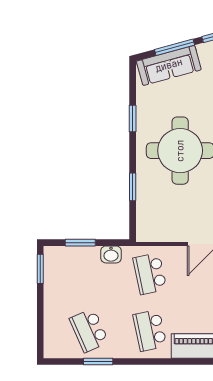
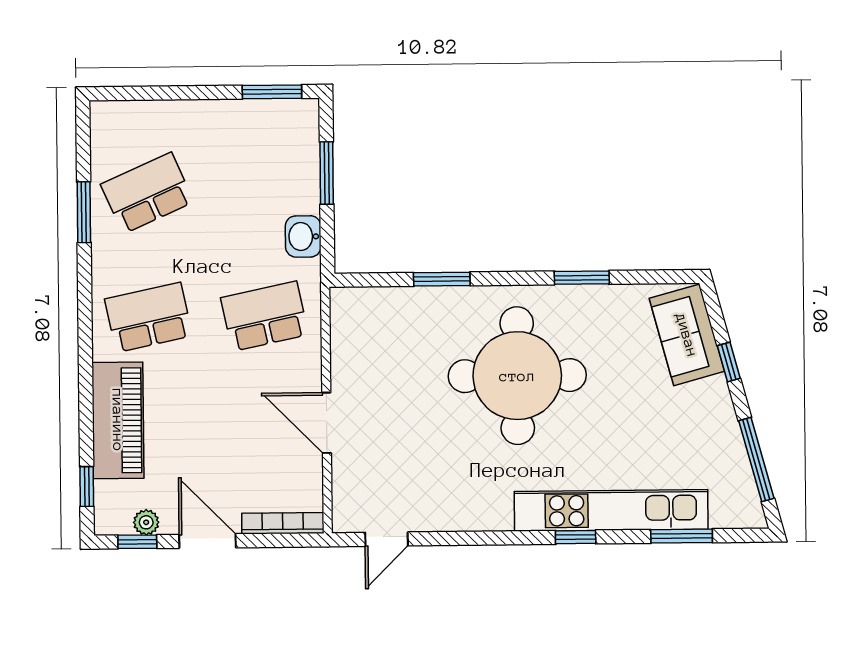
window: (175, 47) -> (729, 362), width x0.46
sofa: (169, 65) -> (687, 335), width x0.73

